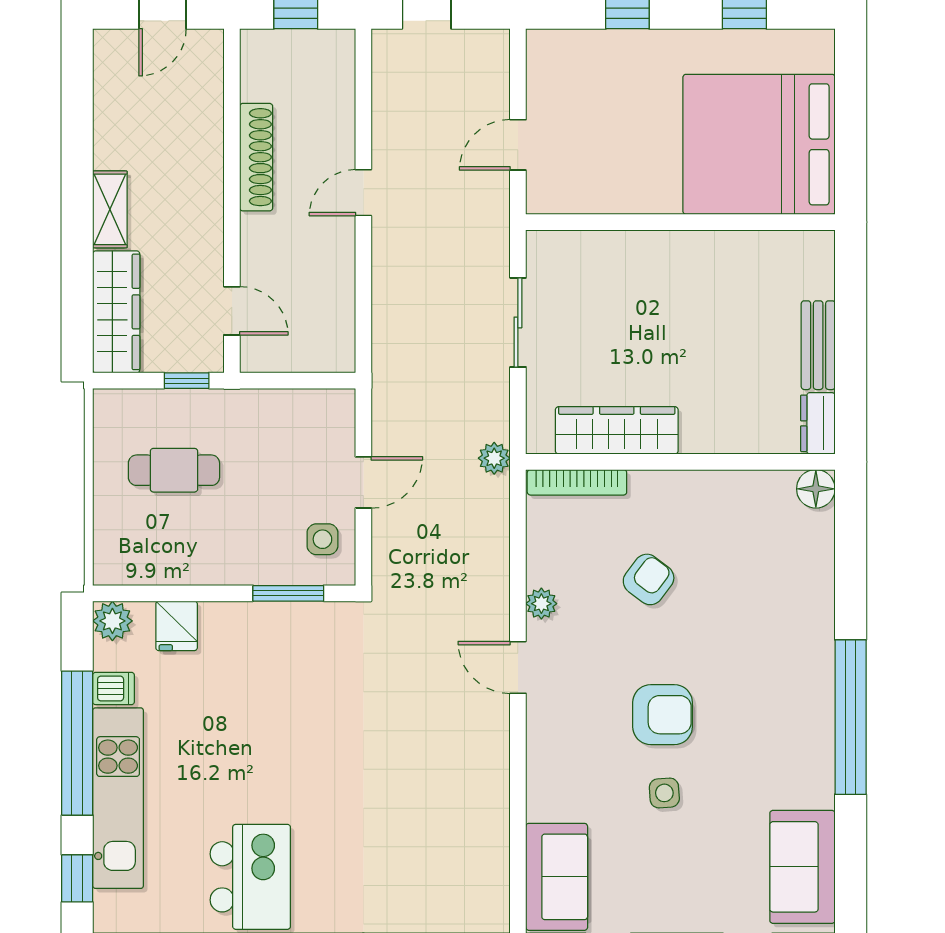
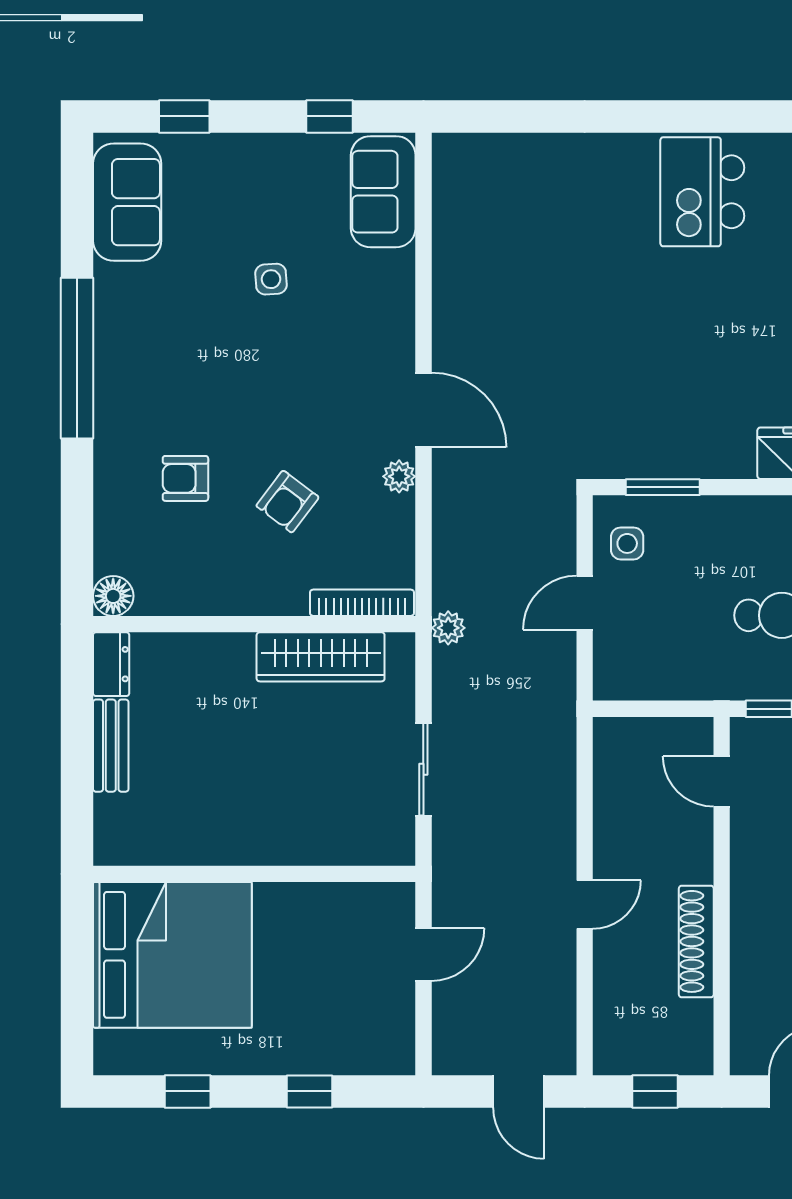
door: (518, 667) -> (423, 410), width x1.37
armchair: (663, 715) -> (185, 478), moved, width x0.72, depth x0.72

